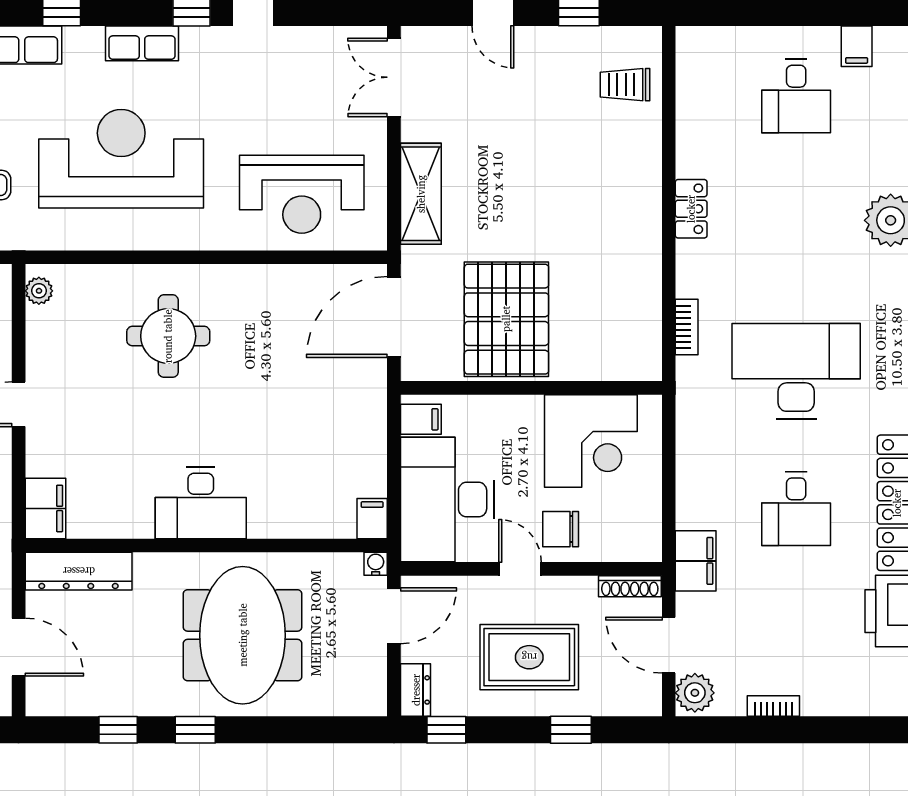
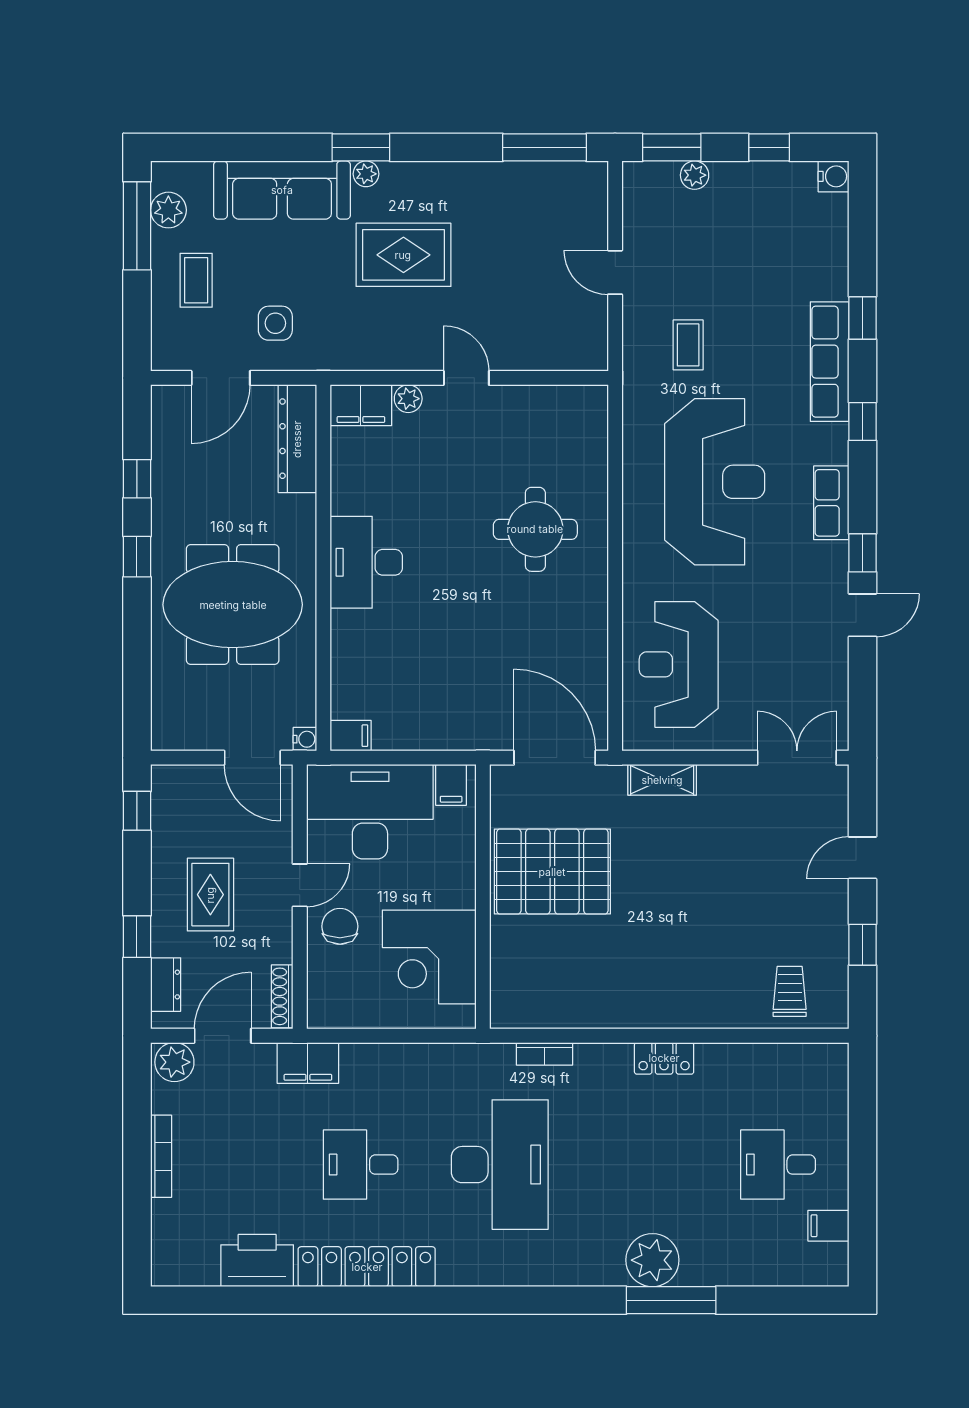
shelving: (421, 194) -> (662, 780), width x0.67, depth x0.75
plant: (39, 291) -> (408, 399), moved
rug: (529, 657) -> (210, 895), width x0.73, depth x0.70
dresser: (416, 690) -> (166, 985), moved, turned -90
bookcase: (773, 706) -> (161, 1156), width x1.56

